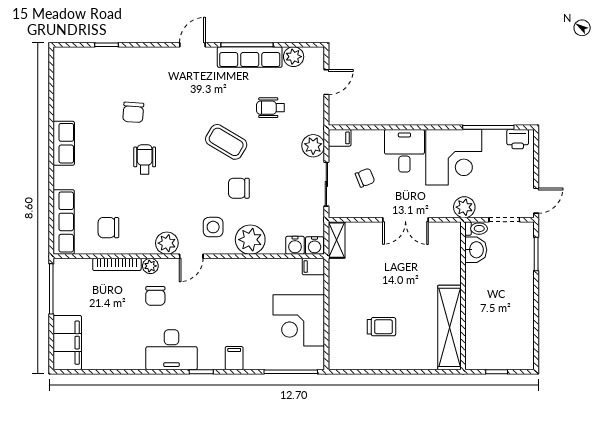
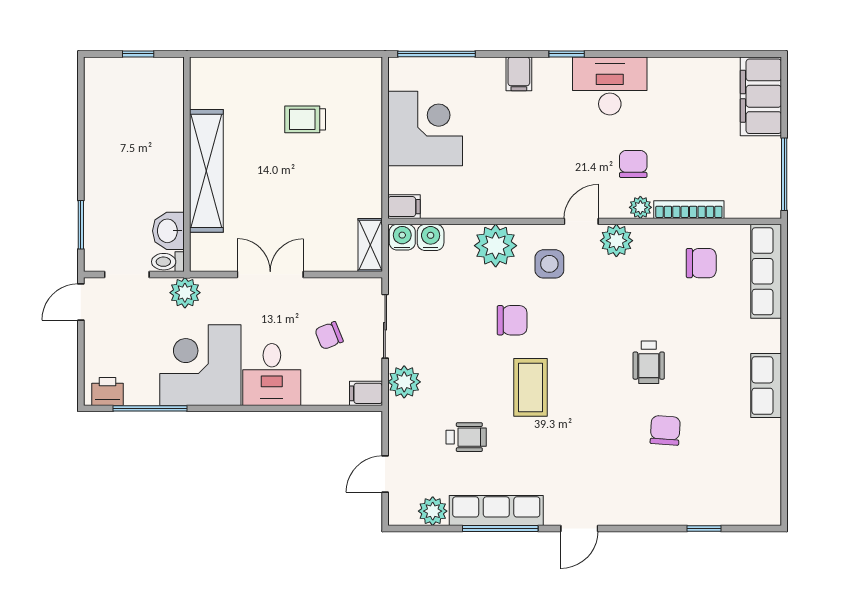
coffee table: (226, 142) -> (531, 387), turned 59
shelving: (449, 327) -> (206, 171), moved

